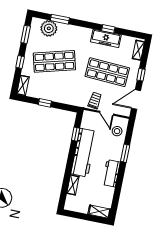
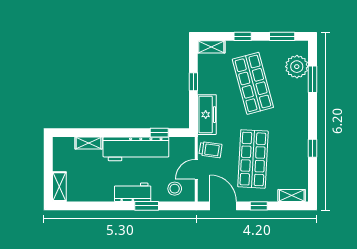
freezer: (106, 38) -> (207, 115), moved, turned 180
workbench: (111, 173) -> (133, 192), moved

